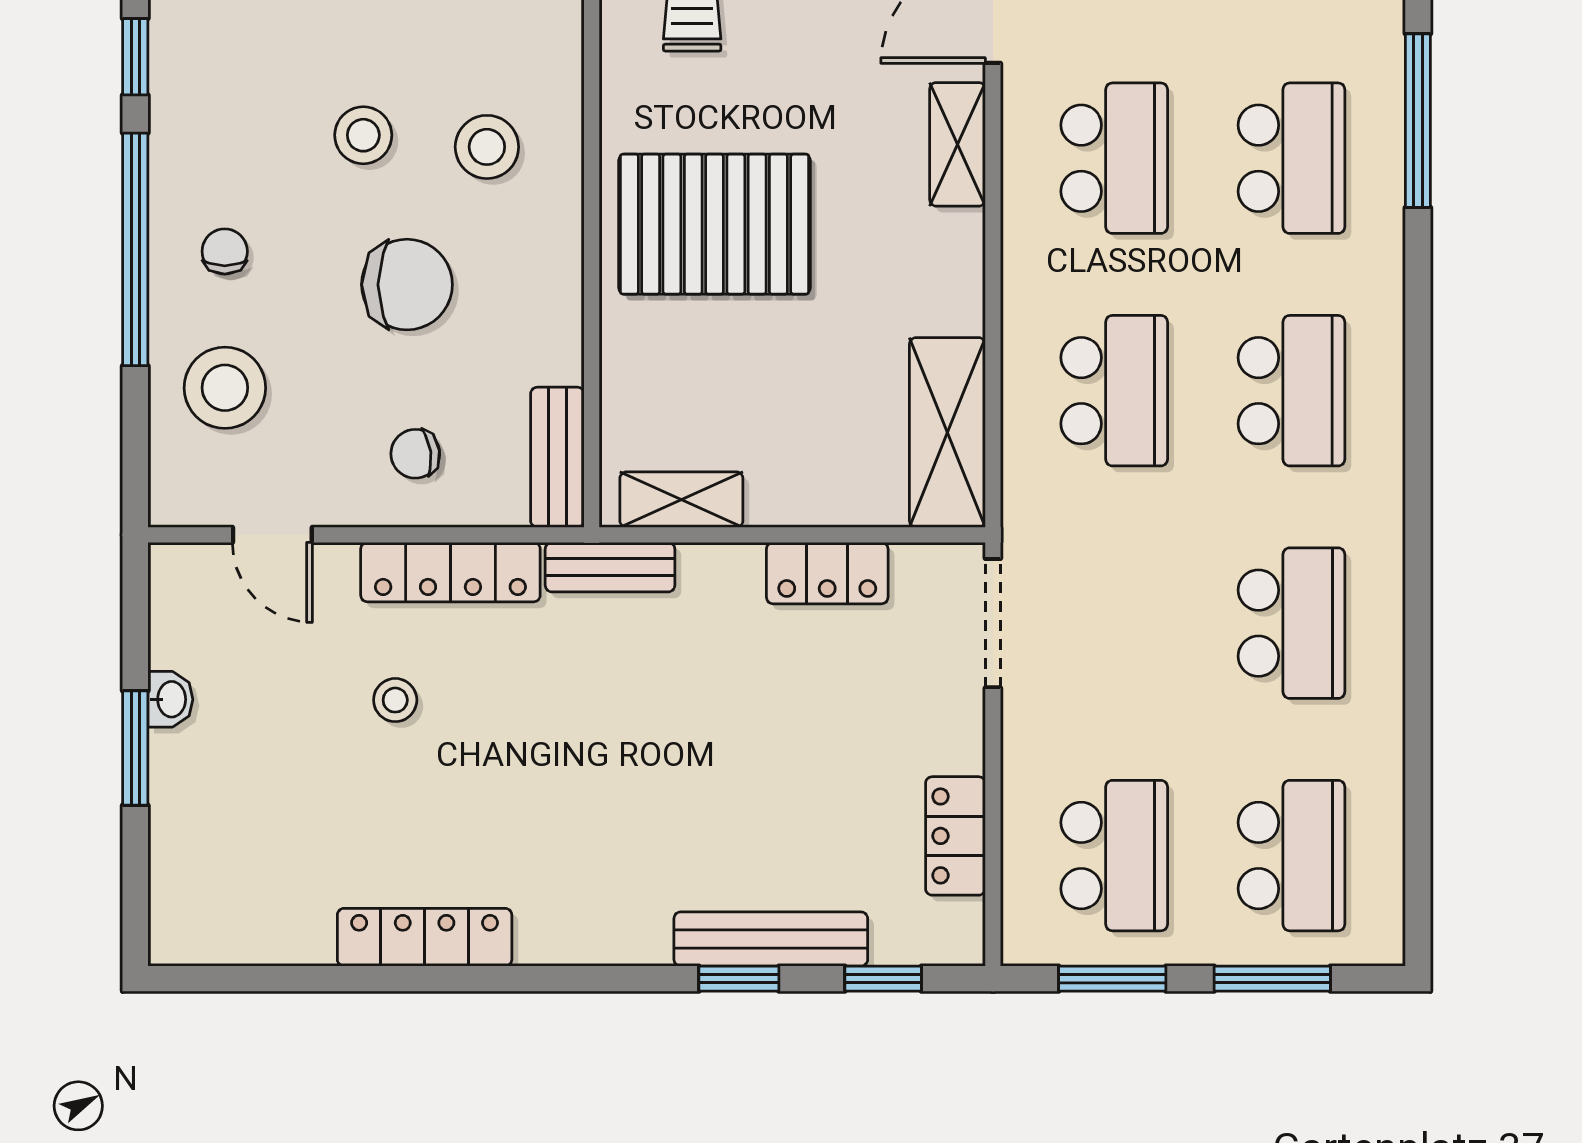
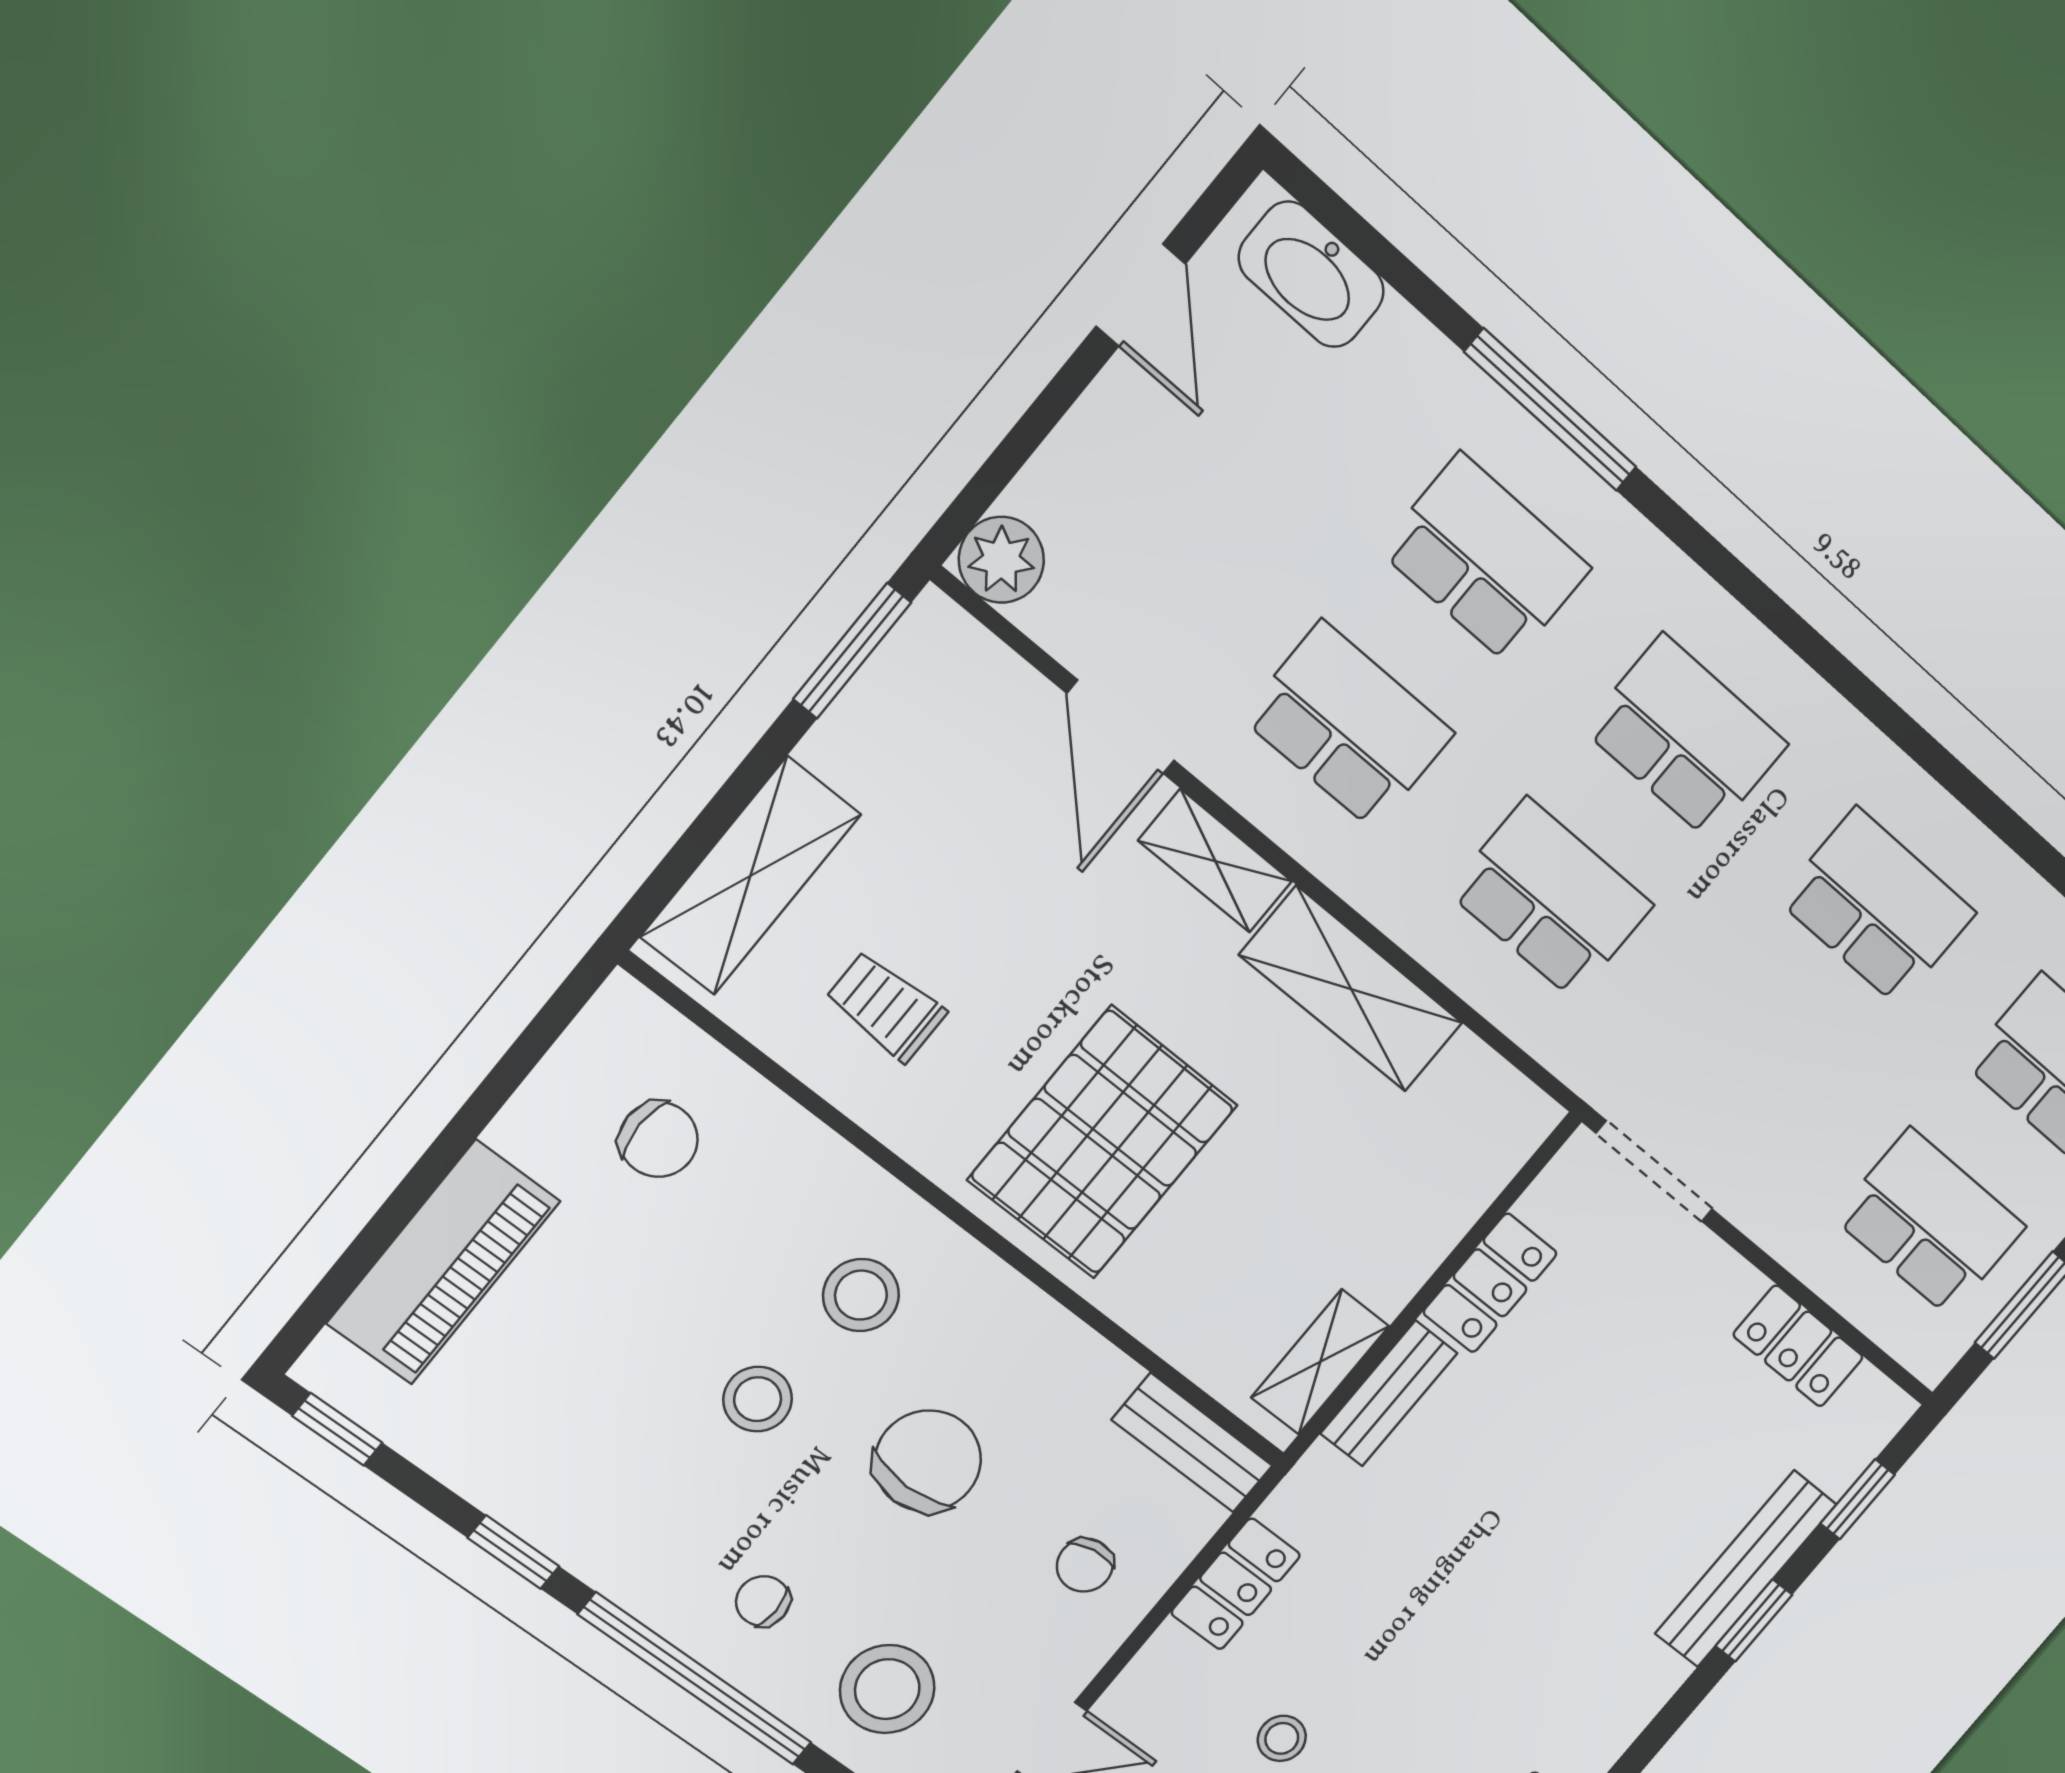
shelving: (947, 432) -> (1351, 989), moved
bench: (610, 567) -> (1389, 1393), moved
locker: (450, 572) -> (1236, 1584), width x0.66

